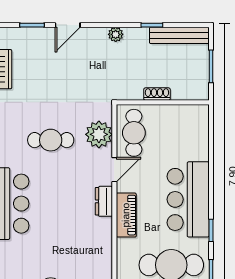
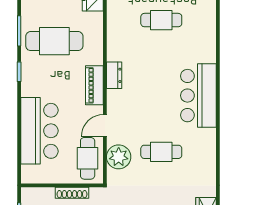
shoe rack: (157, 94) -> (72, 193), width x1.43
bar counter: (188, 199) -> (39, 131), moved
dresser: (104, 201) -> (114, 75), moved

